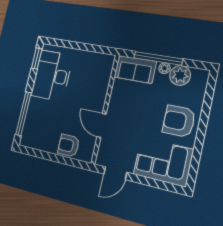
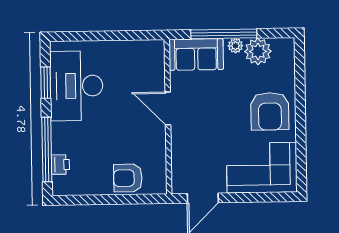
window: (37, 59) -> (46, 83), moved
armchair: (179, 121) -> (270, 111), turned -90
printer: (29, 126) -> (60, 165), added
door: (102, 126) -> (168, 109), moved

